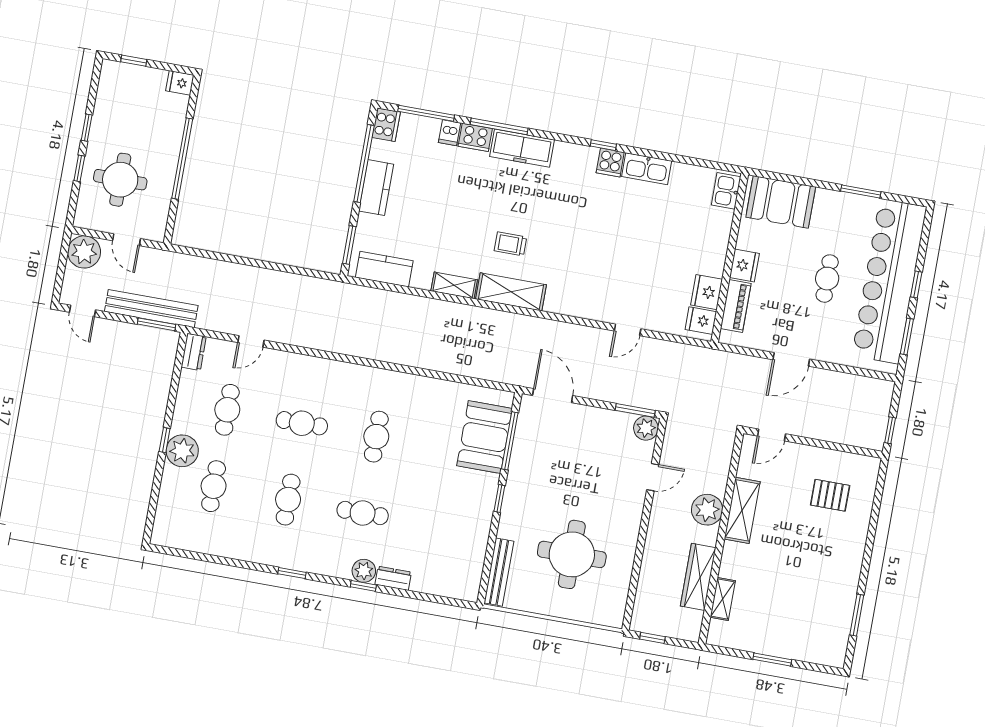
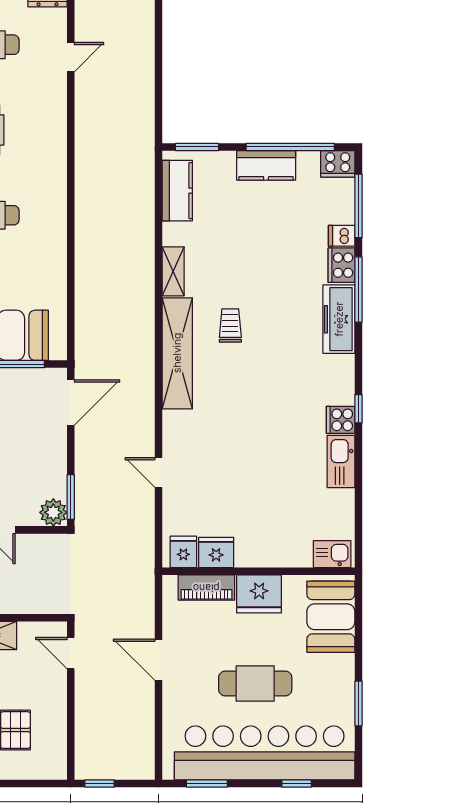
fridge: (744, 266) -> (259, 594), width x1.36, depth x1.34
cafe table: (827, 279) -> (255, 684), width x1.37, depth x1.35
window: (916, 284) -> (297, 783), moved
shelving: (511, 292) -> (177, 353), width x1.47
door: (251, 341) -> (71, 57), swing flipped

